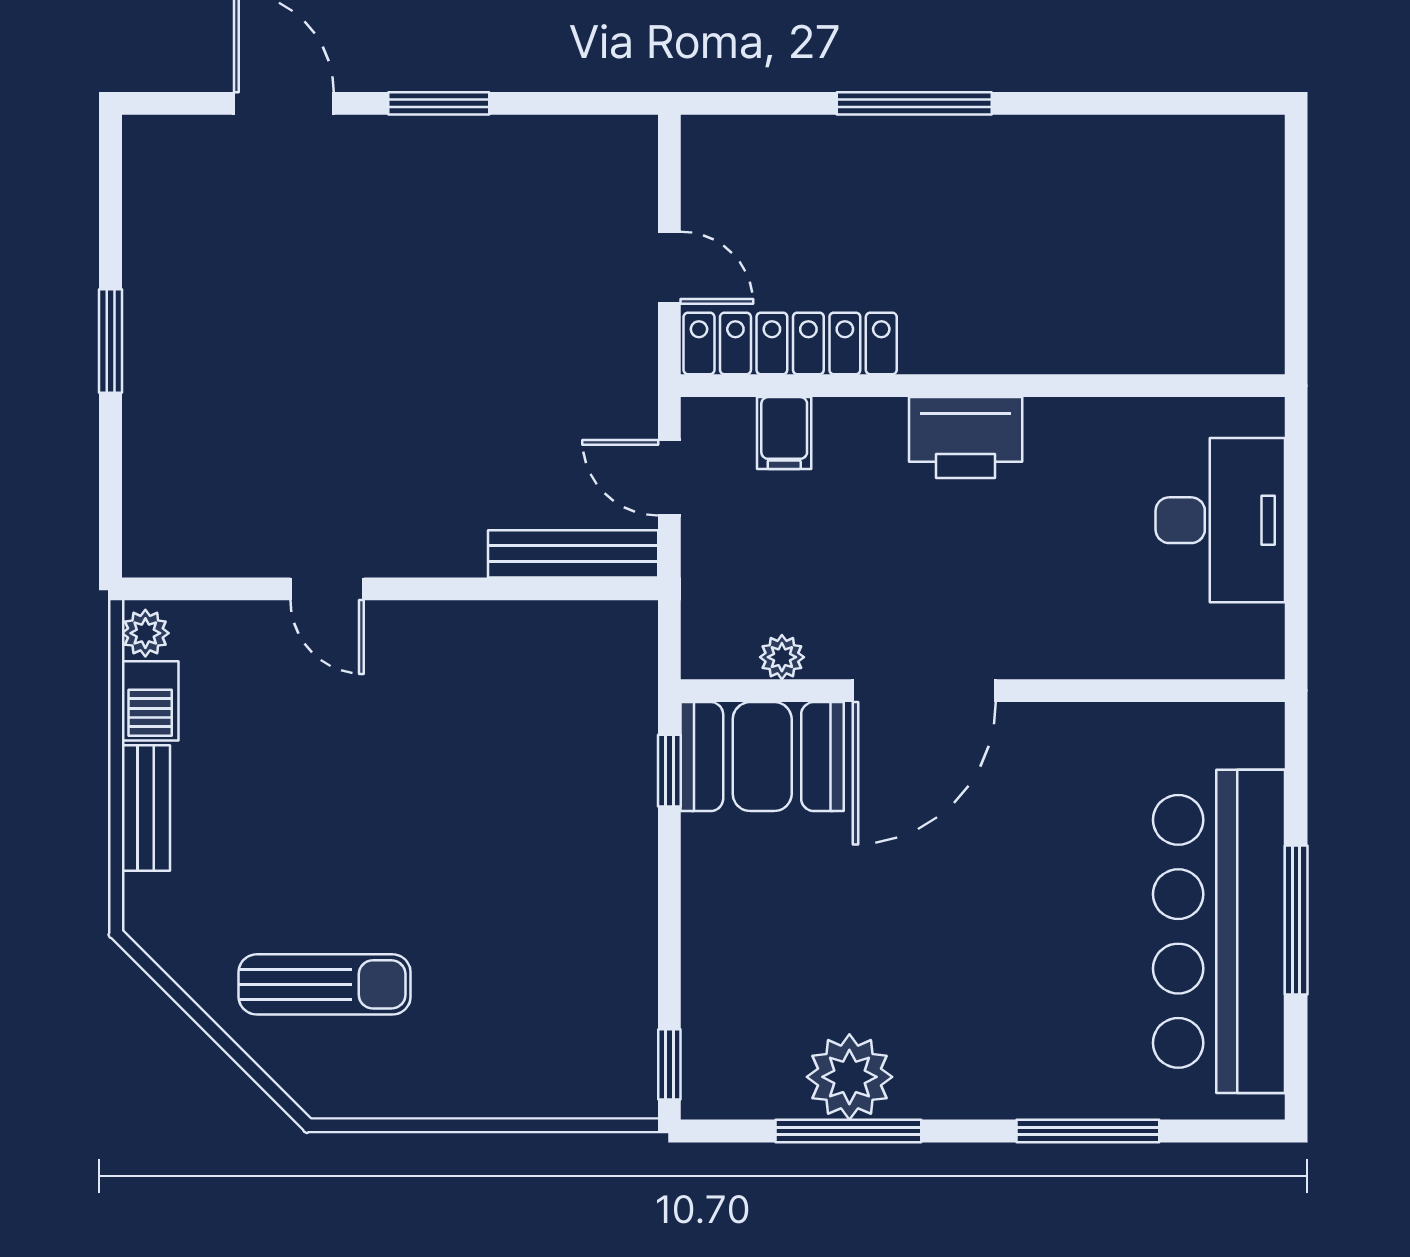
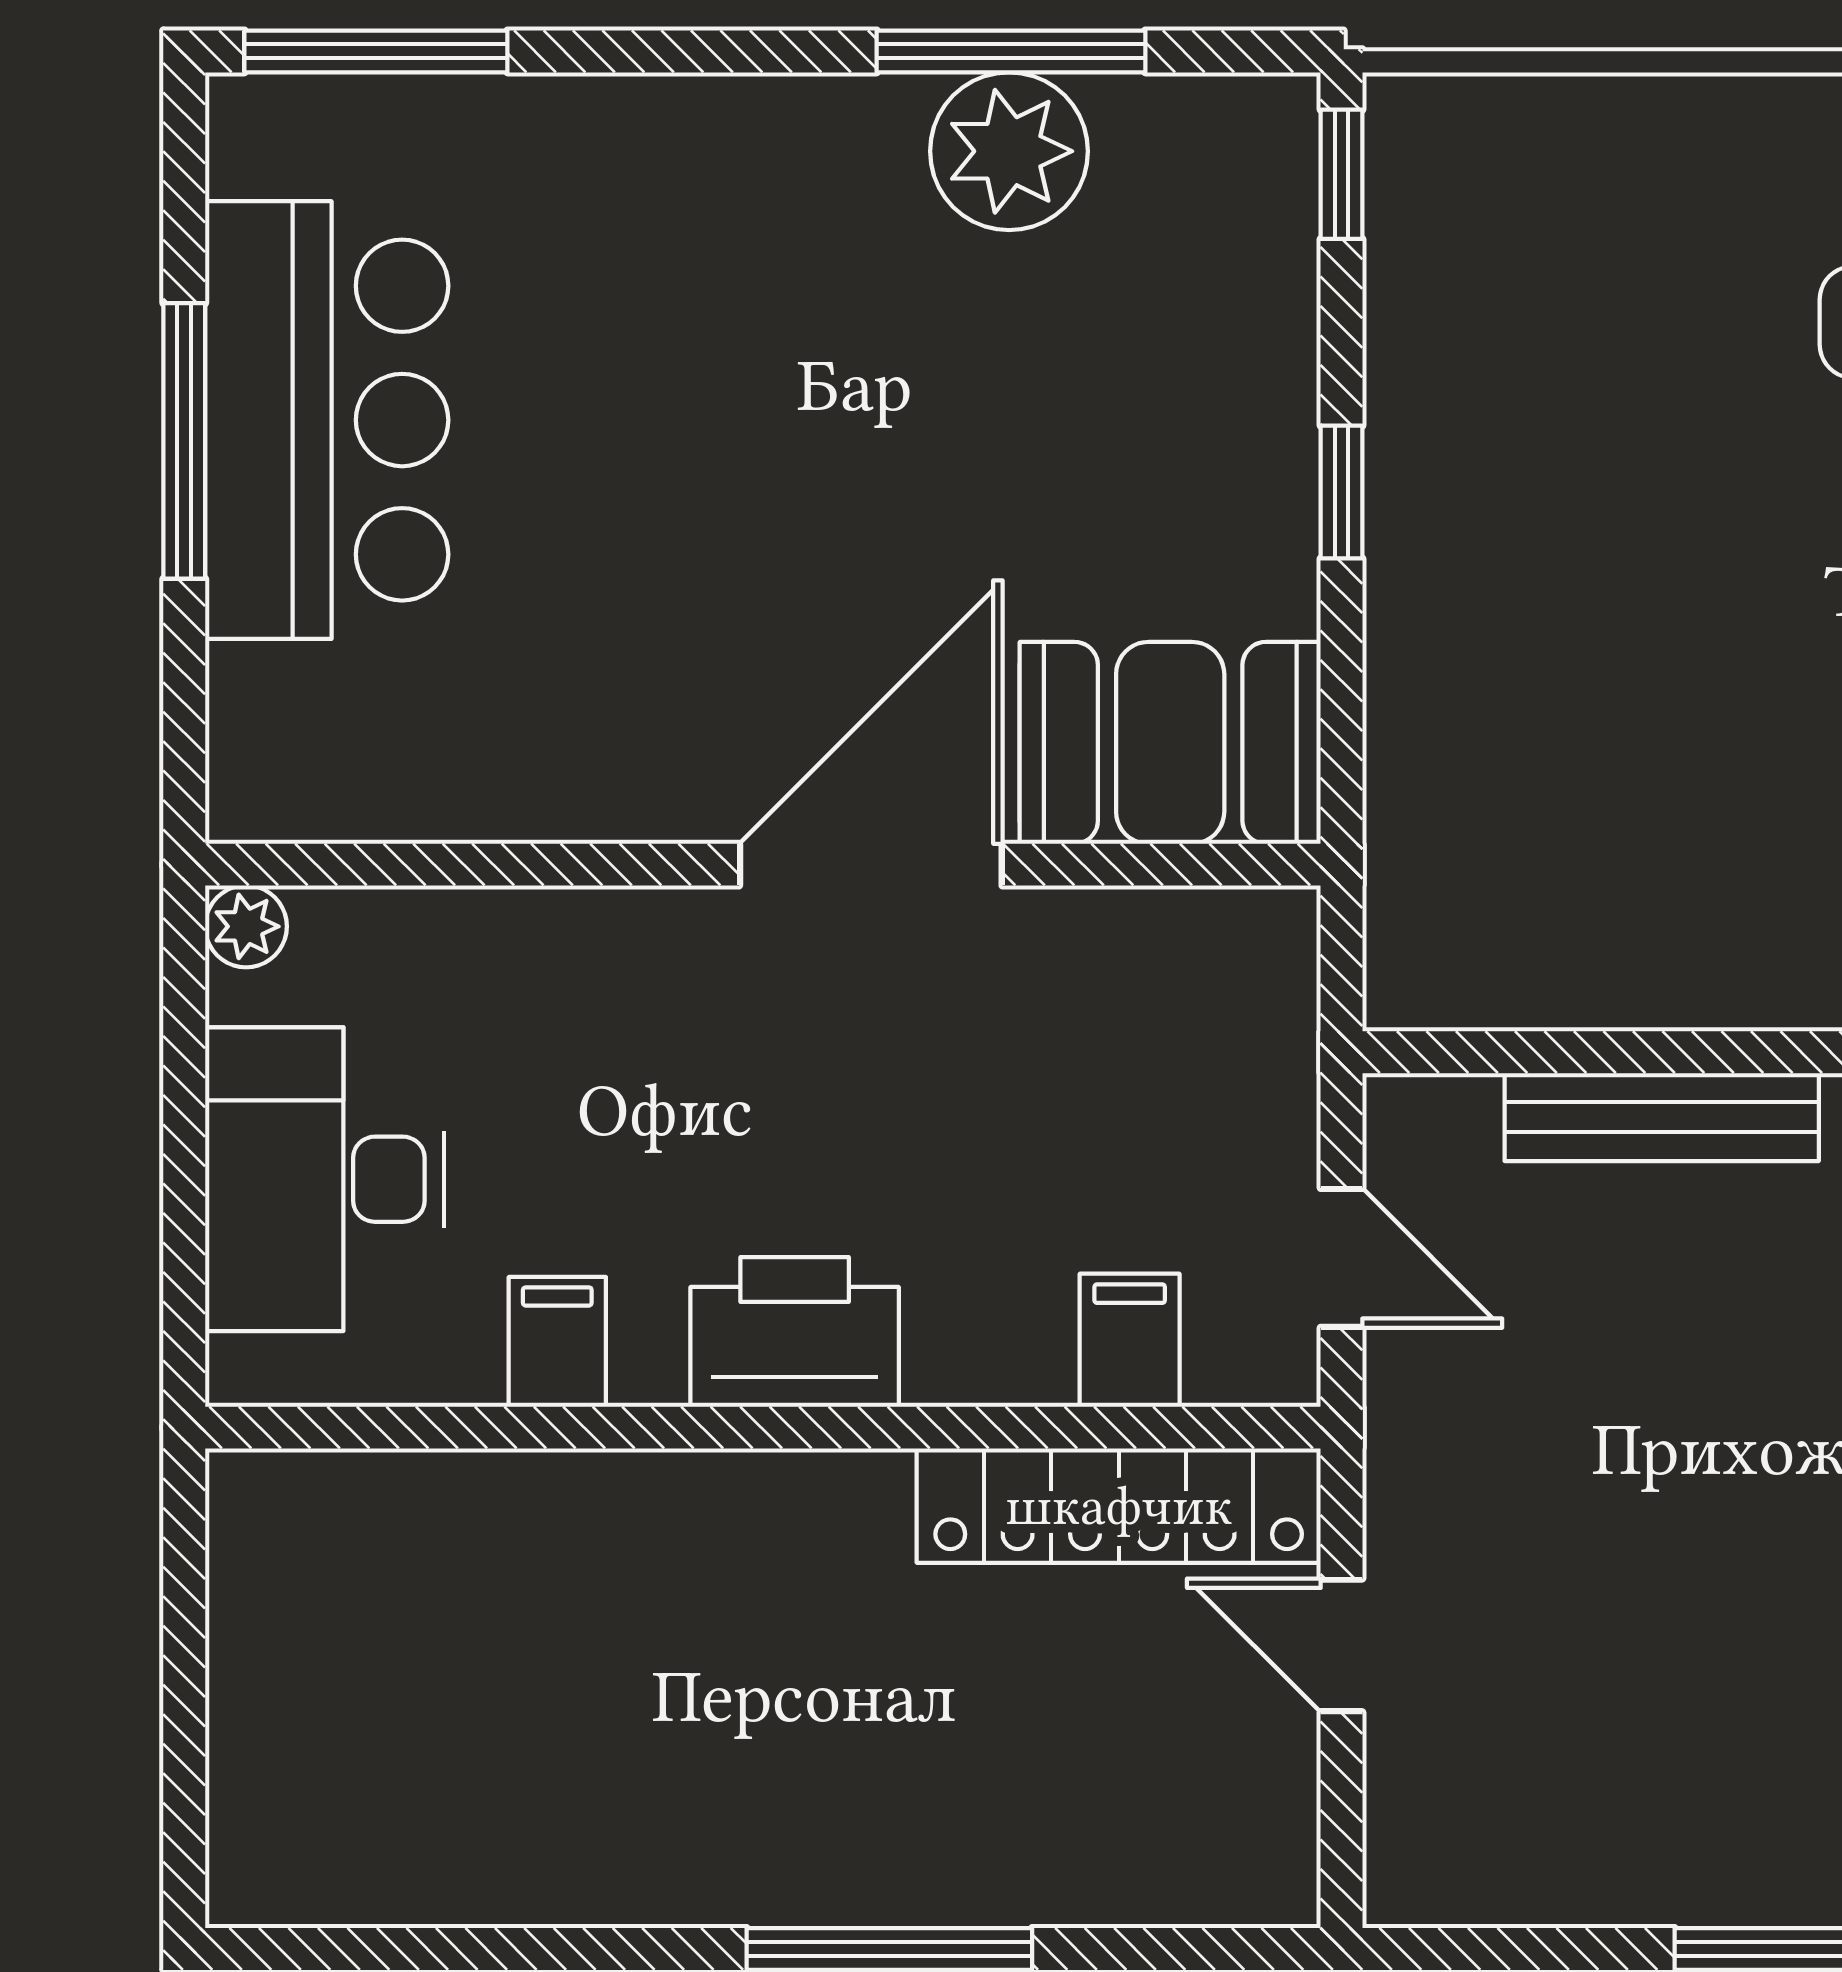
filing cabinet: (1094, 432) -> (557, 1342), added
bench: (573, 554) -> (1662, 1117), moved
plant: (782, 657) -> (246, 926), moved
window: (669, 771) -> (1341, 492), moved
bar counter: (1219, 931) -> (327, 420), width x0.73
window: (1088, 1131) -> (376, 51), moved

